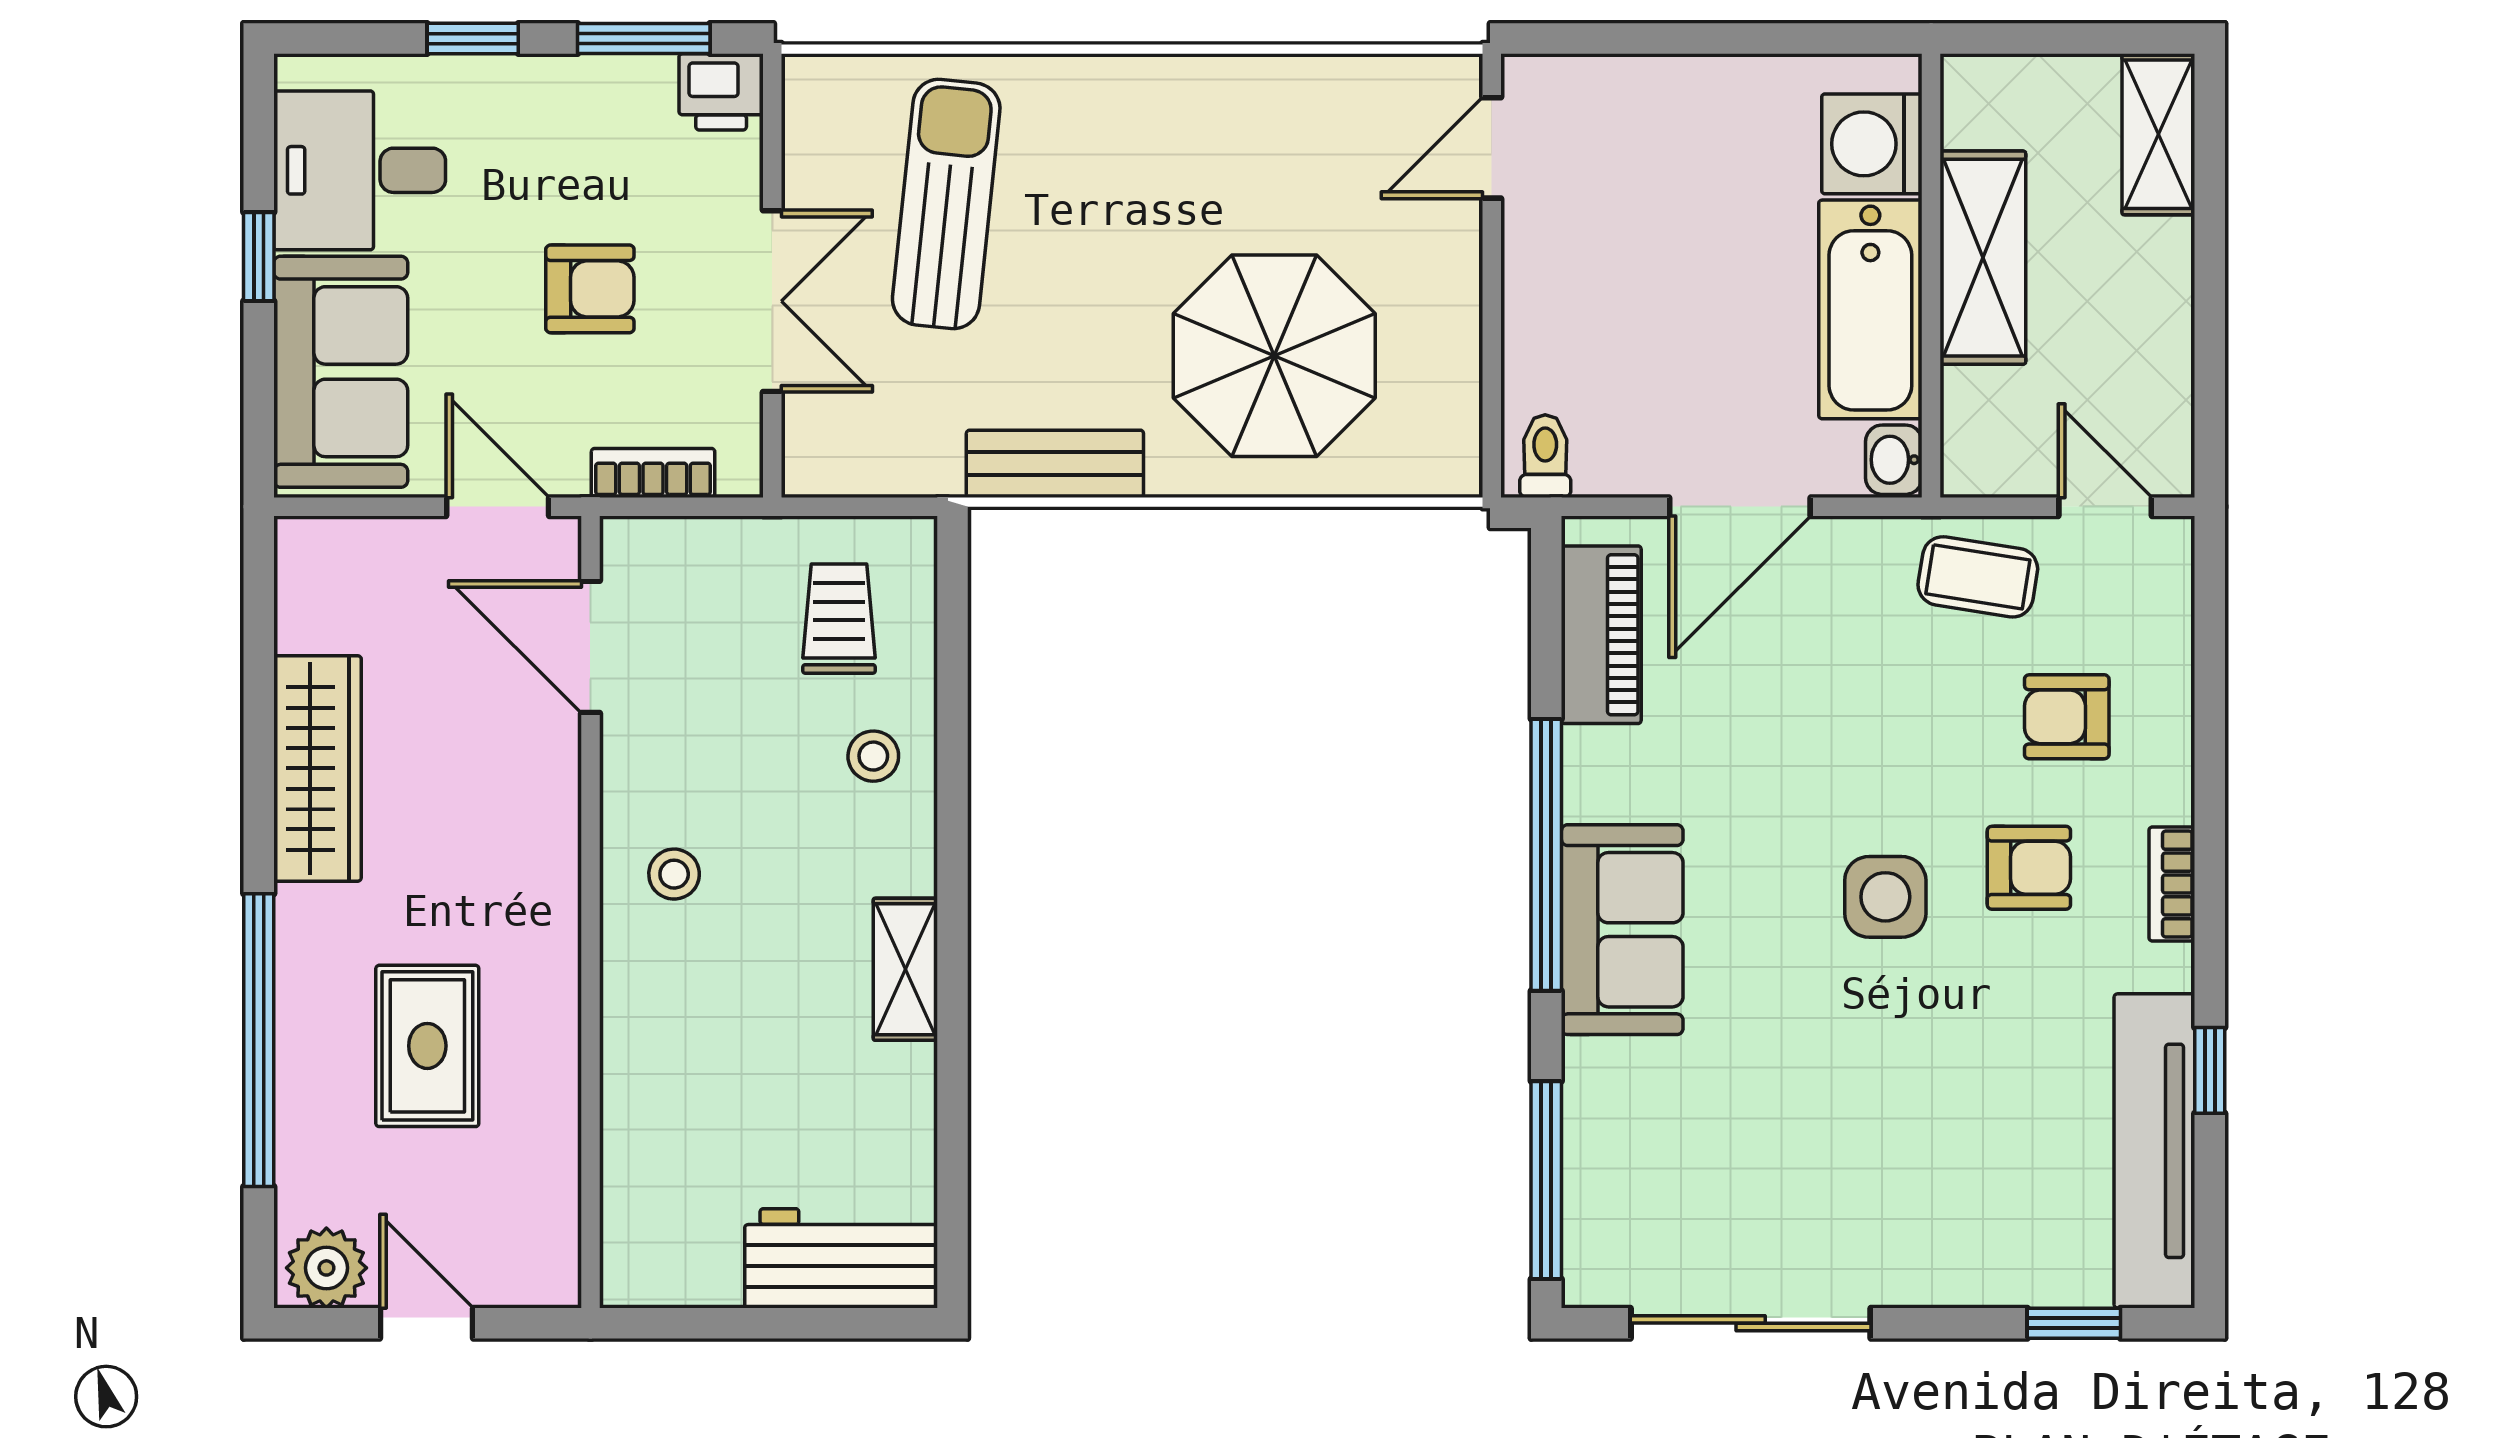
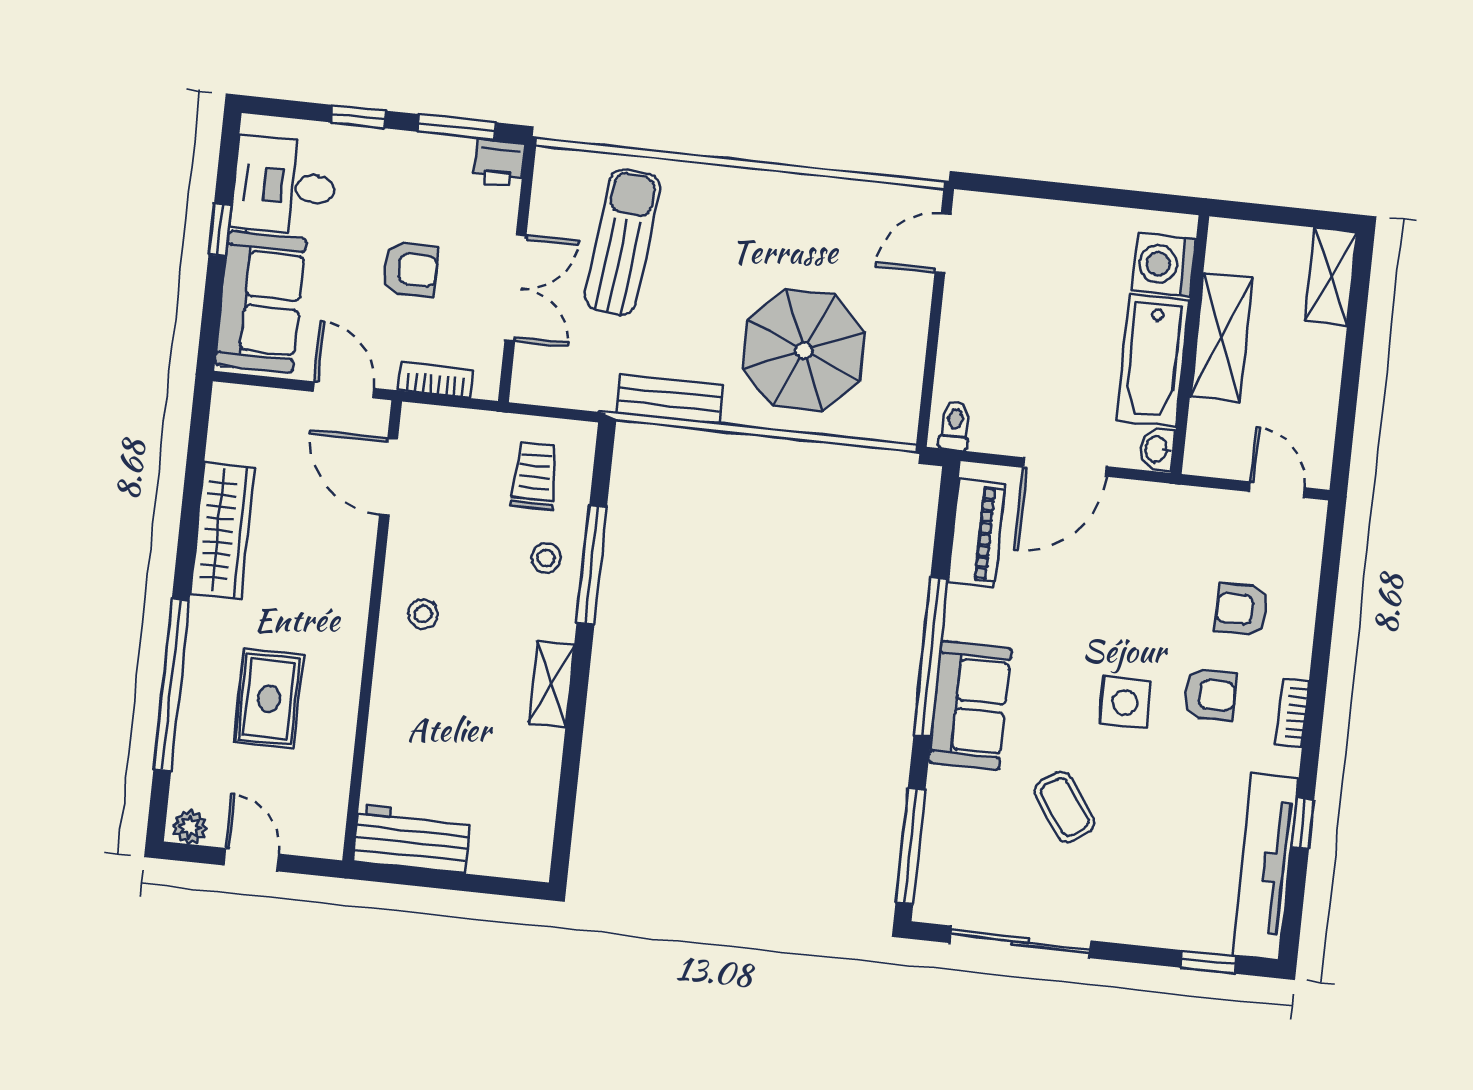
coffee table: (1978, 577) -> (1065, 807), moved, turned 46
window: (952, 759) -> (592, 565), added
workbench: (841, 1258) -> (412, 839), moved
plant: (326, 1268) -> (190, 827), width x0.73, depth x0.73

